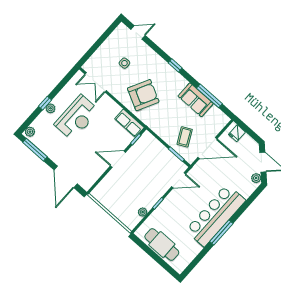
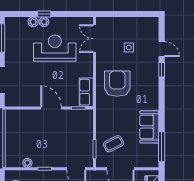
door: (138, 32) -> (162, 49), moved
window: (175, 65) -> (162, 70), moved
armchair: (143, 95) -> (117, 84), turned -117
window: (209, 96) -> (162, 147), moved
reception desk: (77, 118) -> (55, 48), turned 180
plant: (30, 132) -> (33, 22), moved

